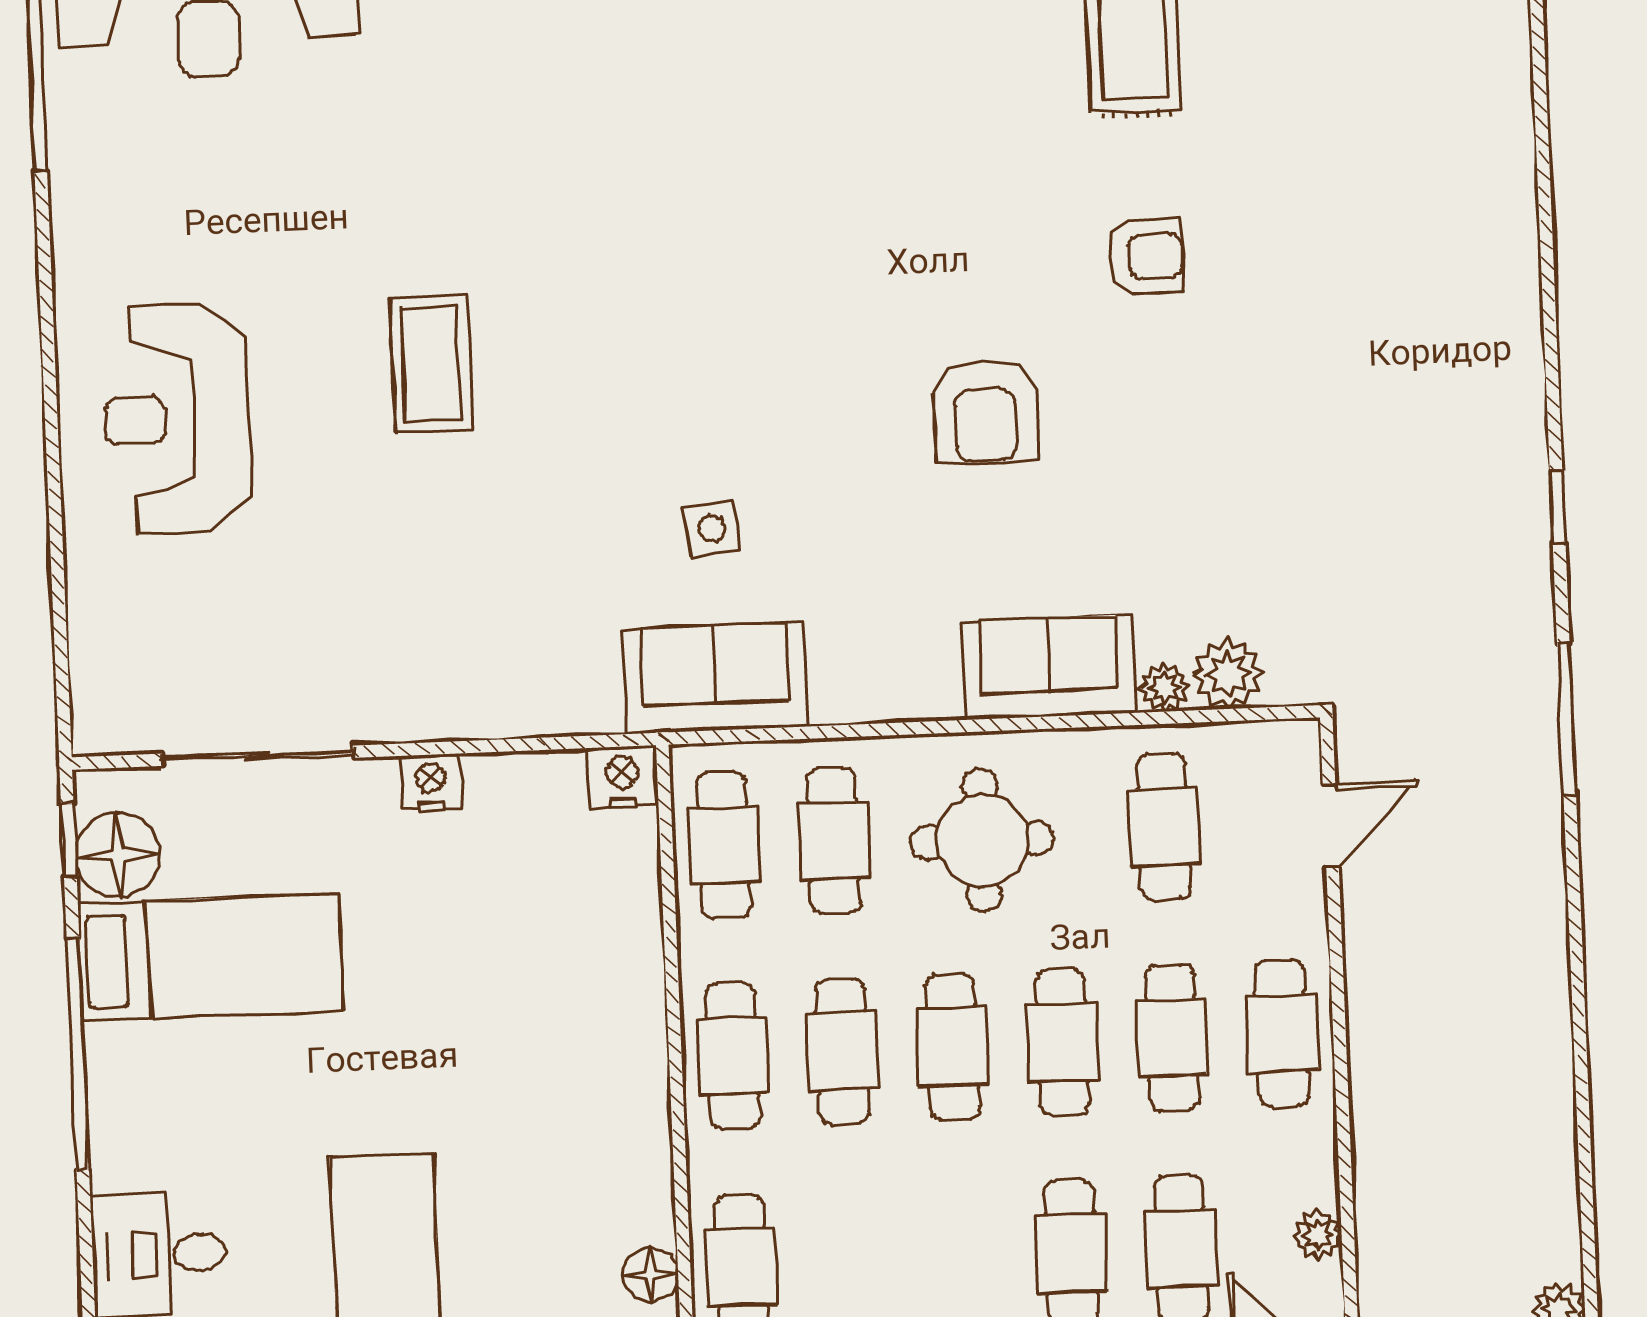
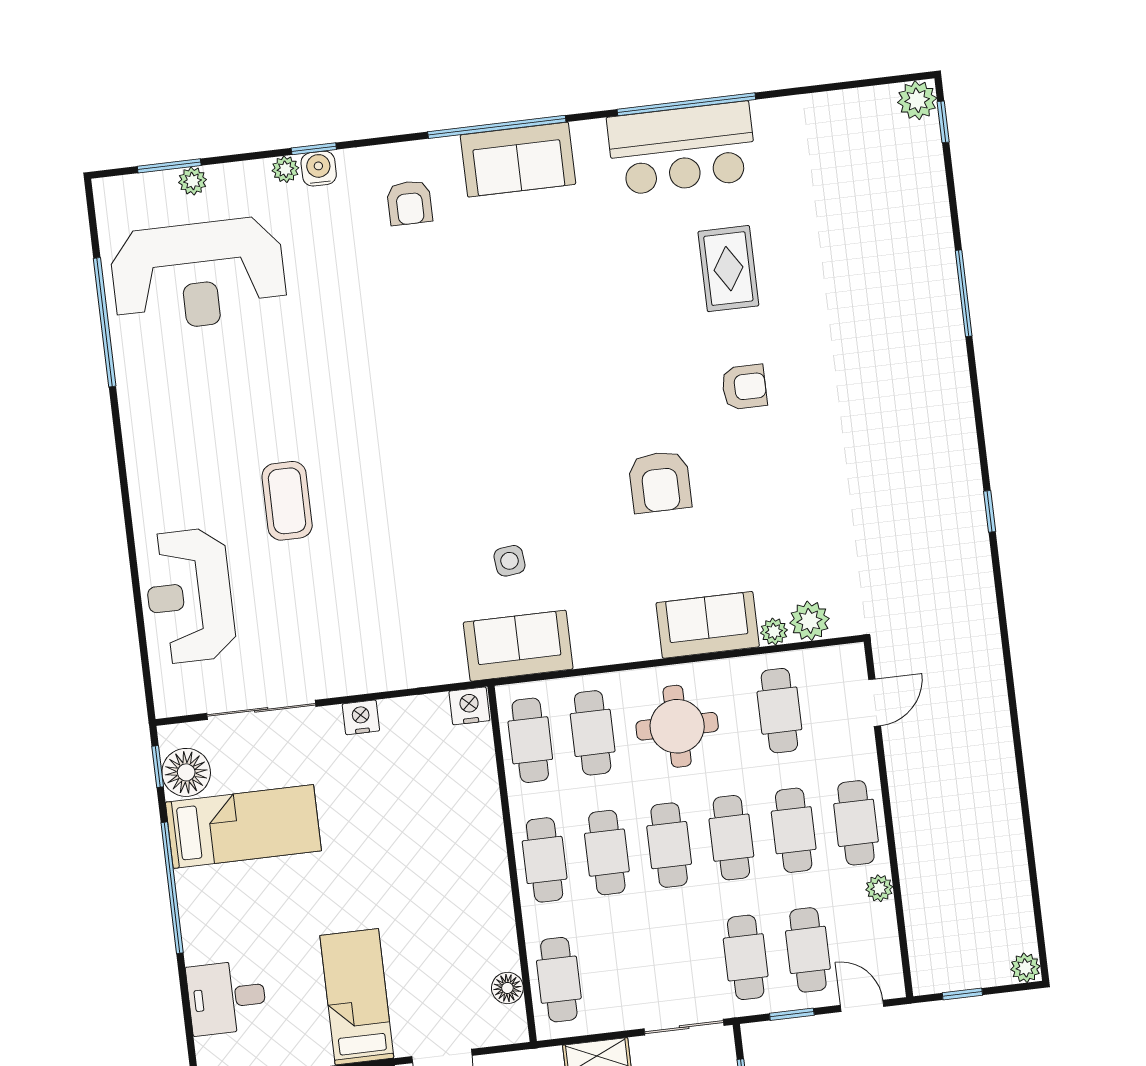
coffee table: (431, 364) -> (287, 501), moved
reception desk: (177, 419) -> (189, 596), moved
window: (1566, 719) -> (964, 293), moved
plant: (1318, 1235) -> (879, 888), moved

